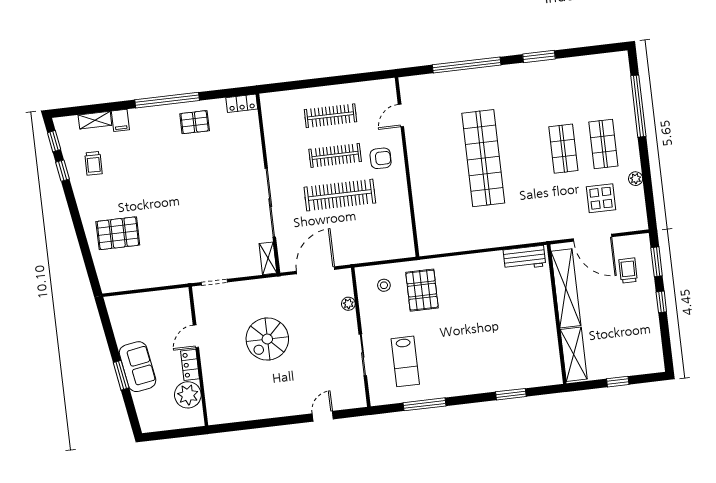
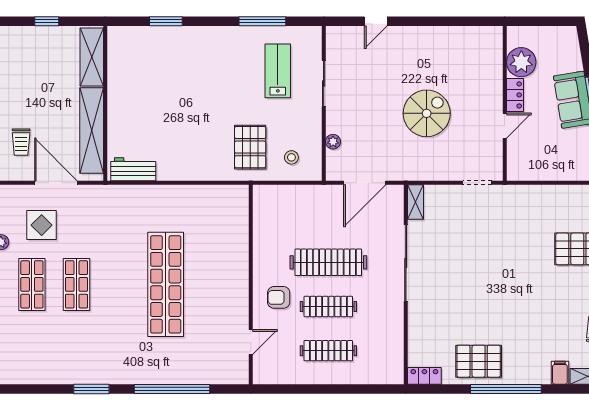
pallet: (195, 122) -> (479, 361), width x1.50, depth x1.42

